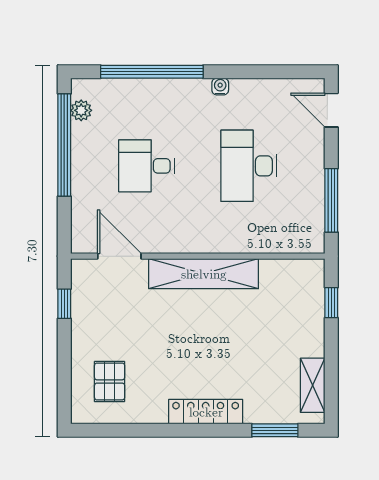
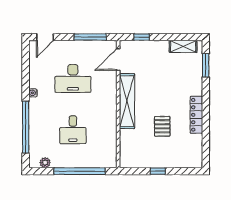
window: (64, 145) -> (80, 171), moved
door: (119, 256) -> (118, 60), moved
window: (64, 304) -> (158, 171), moved
pallet: (110, 381) -> (162, 126), moved, turned 90
locker: (206, 412) -> (196, 115), moved

